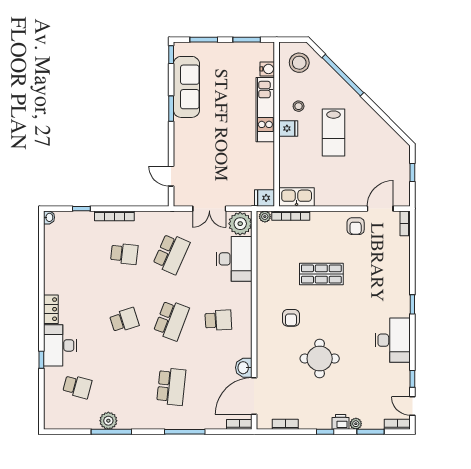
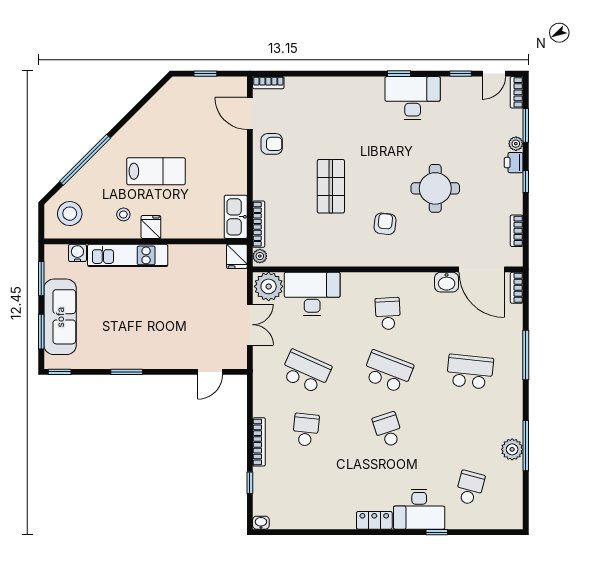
sofa: (186, 87) -> (60, 317), moved, turned 90
window: (412, 304) -> (399, 74), moved
armchair: (291, 318) -> (385, 224), turned -84

